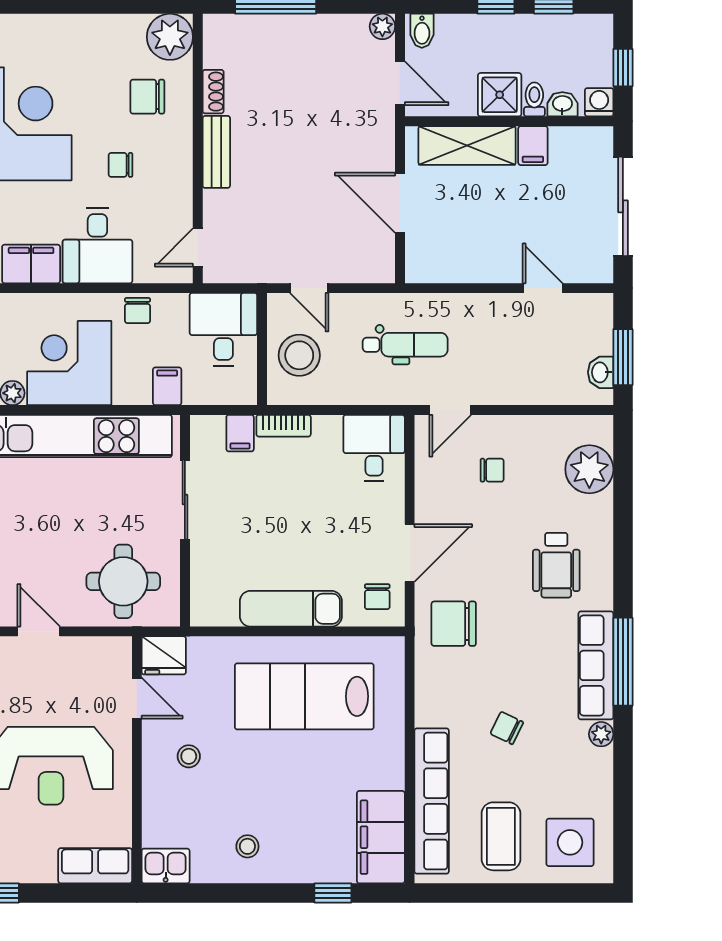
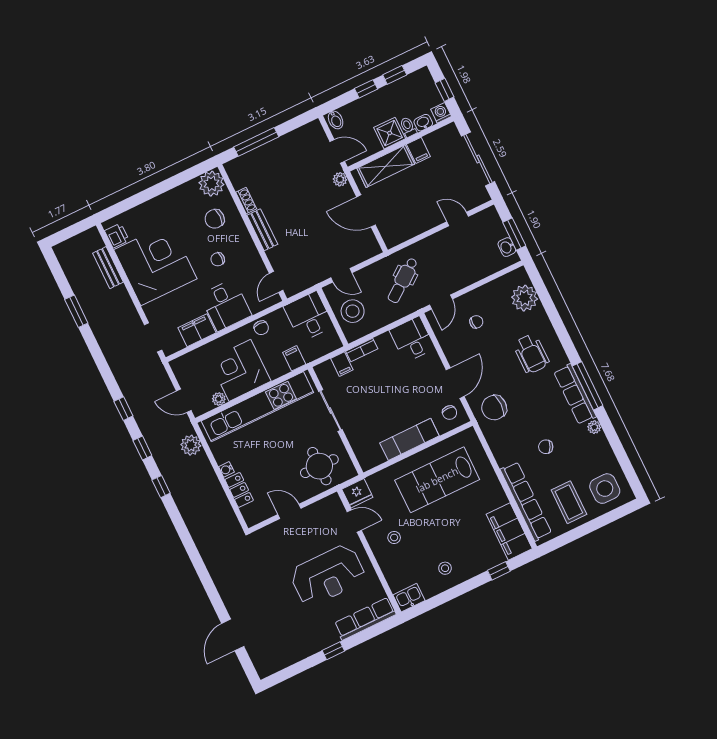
plant: (382, 26) -> (340, 179), moved
dental chair: (405, 345) -> (403, 280), turned 143
row of seats: (95, 866) -> (365, 619), width x1.48

